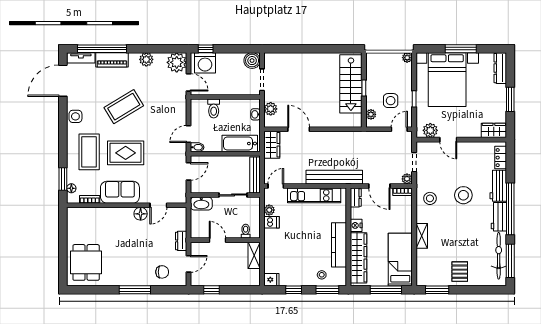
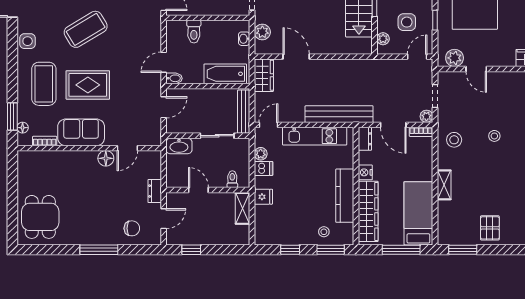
stool: (463, 195) -> (494, 136), width x0.53, depth x0.53
fridge: (271, 280) -> (263, 197), moved

